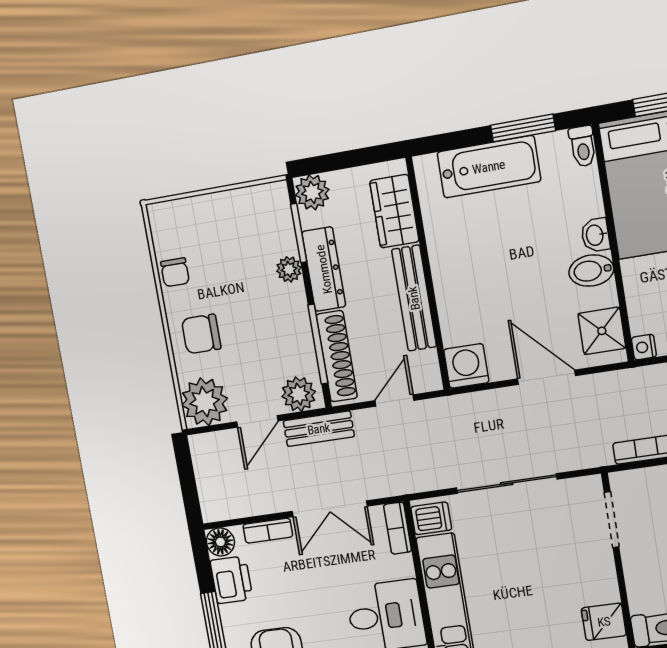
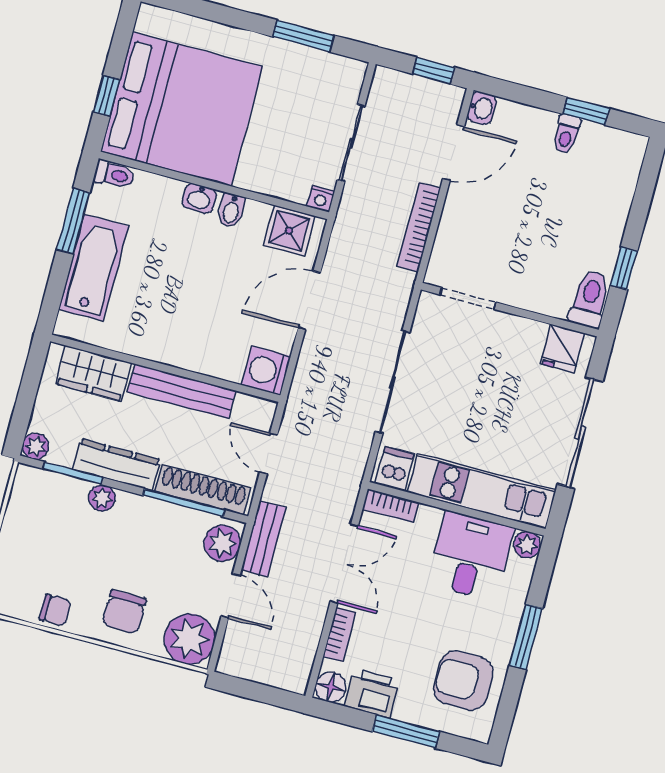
plant: (312, 192) -> (35, 446), width x0.73, depth x0.73
bidet: (591, 271) -> (231, 210), width x0.72, depth x0.74

